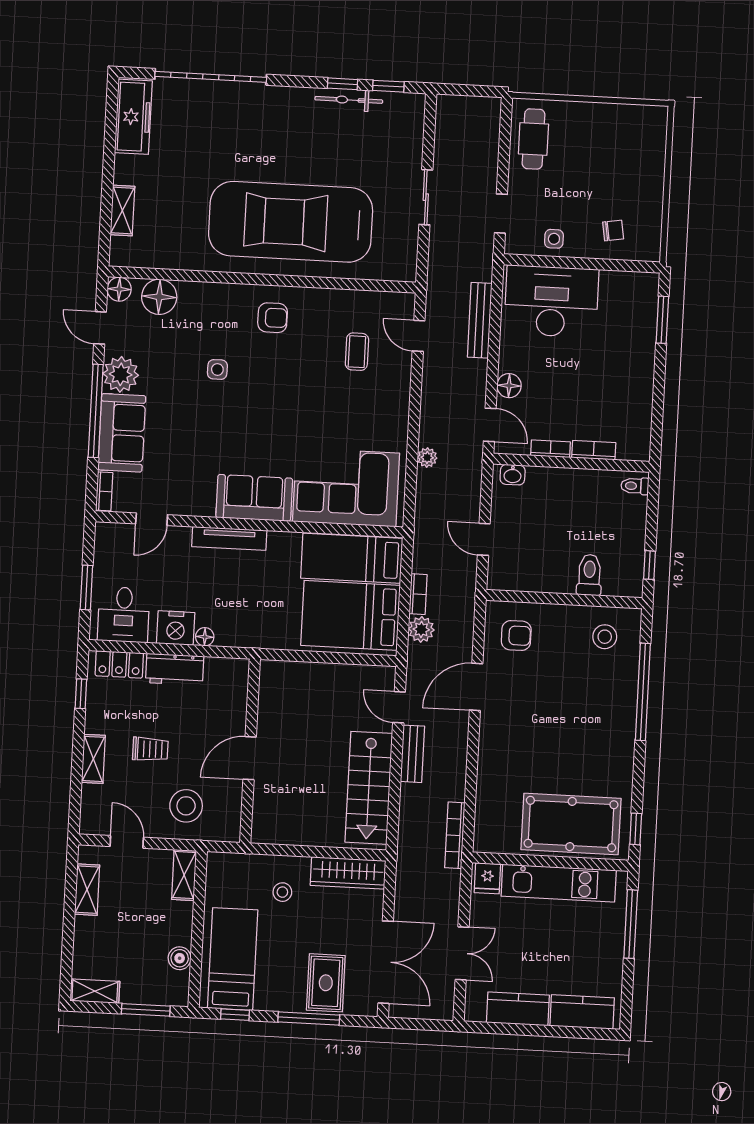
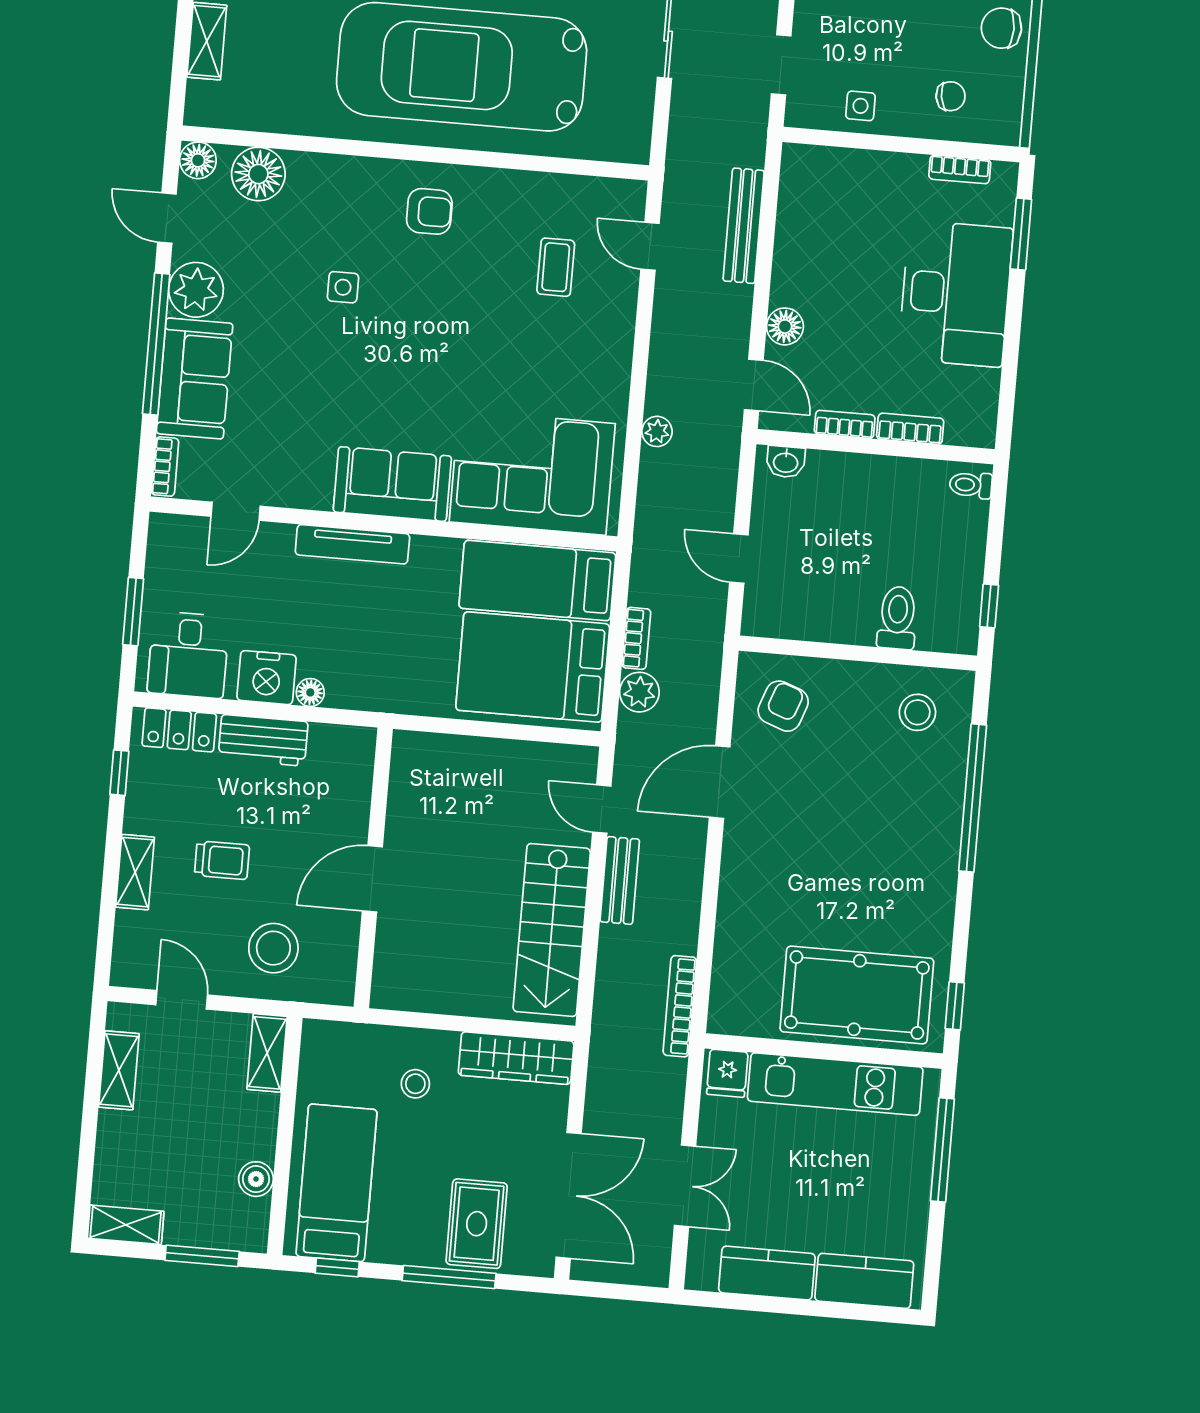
chair: (645, 185) -> (1001, 28), added
bookcase: (621, 278) -> (960, 169), added
desk: (551, 301) -> (956, 294), moved, turned 90
armchair: (516, 635) -> (783, 706), turned -70

